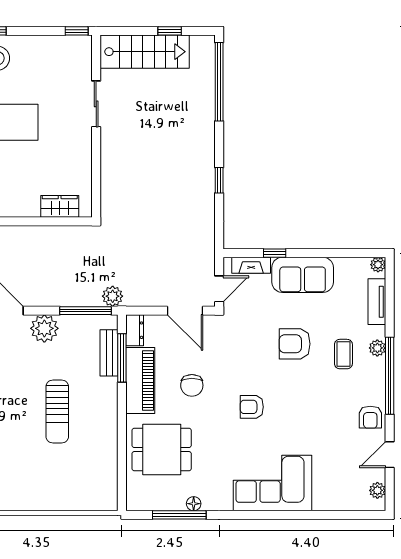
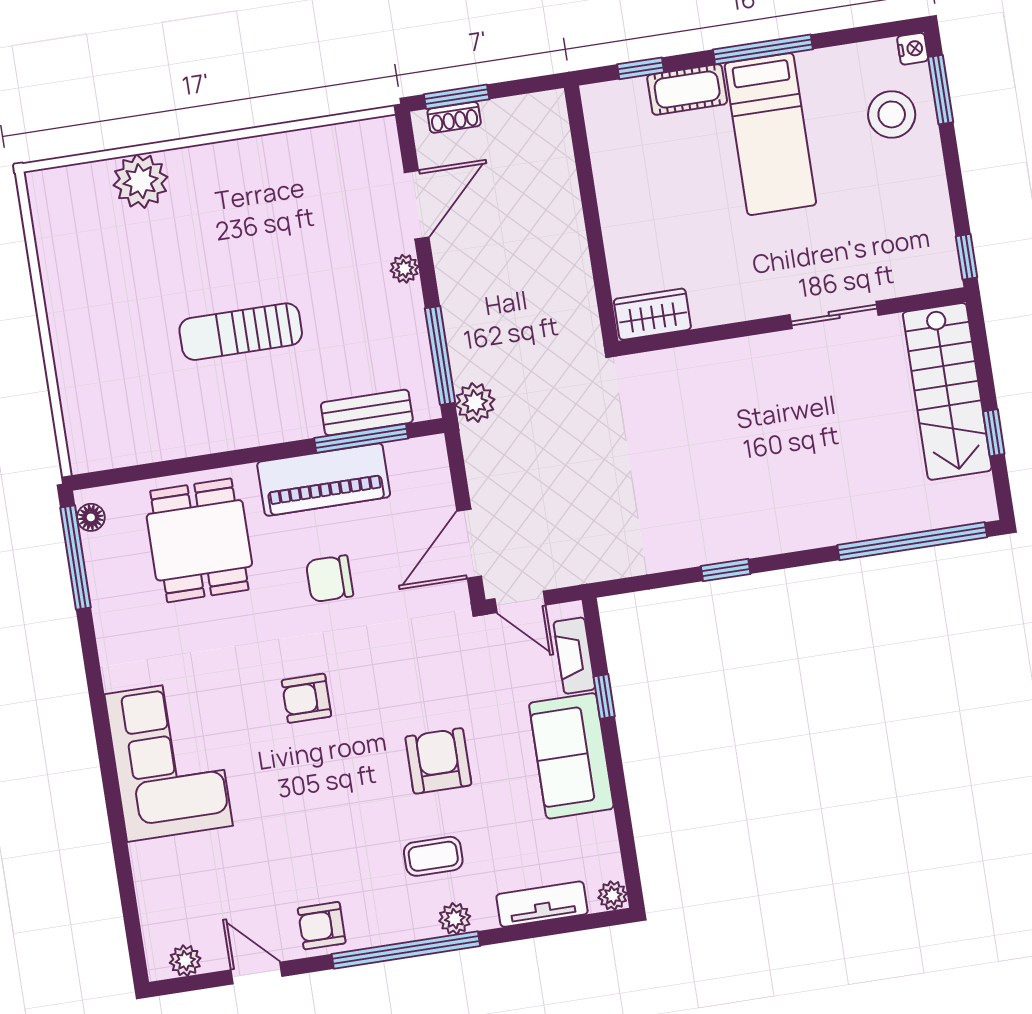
wardrobe: (60, 206) -> (652, 314), moved, turned -90
plant: (44, 328) -> (404, 269), width x0.53, depth x0.53
dresser: (135, 330) -> (417, 454), removed
armchair: (252, 407) -> (306, 698), turned -90
floor lamp: (194, 504) -> (91, 517), moved
window: (179, 515) -> (75, 557), moved

